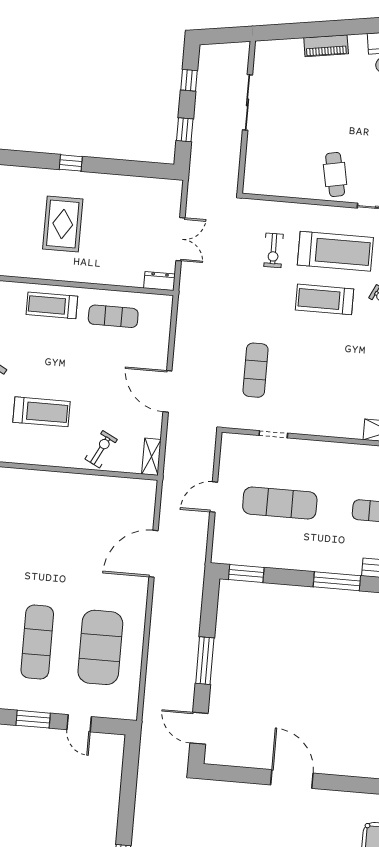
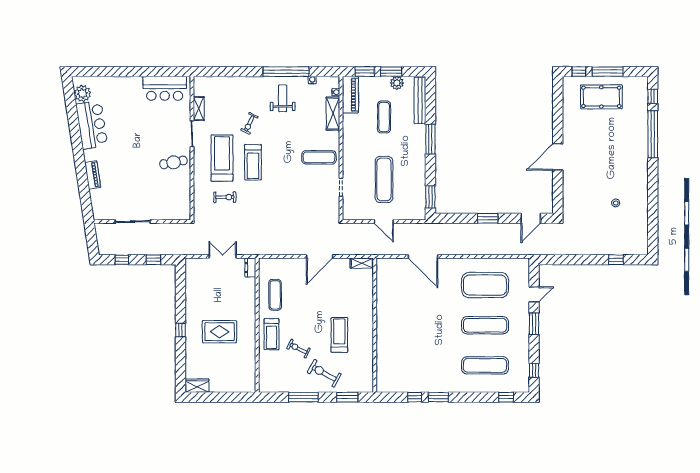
exercise mat: (256, 370) -> (319, 157), moved
exercise bike: (101, 449) -> (298, 349), moved
window: (205, 661) -> (488, 218), width x0.69

